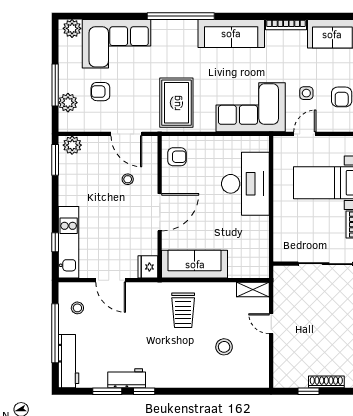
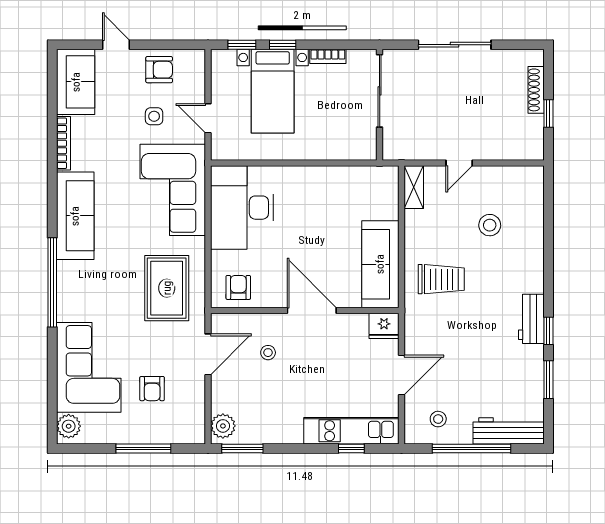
plant: (68, 103) -> (167, 432), removed
rug: (176, 103) -> (167, 288), turned 90
desk: (245, 184) -> (242, 208), moved, turned -90
workbench: (127, 378) -> (531, 319), moved

